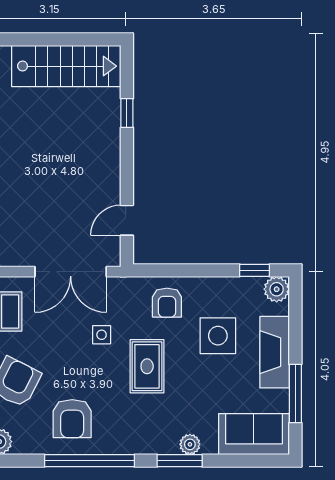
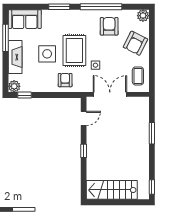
window: (127, 113) -> (84, 151), moved
side table: (218, 336) -> (47, 54), moved
rug: (147, 366) -> (74, 51), width x1.36, depth x1.43
plant: (190, 444) -> (54, 14), removed

